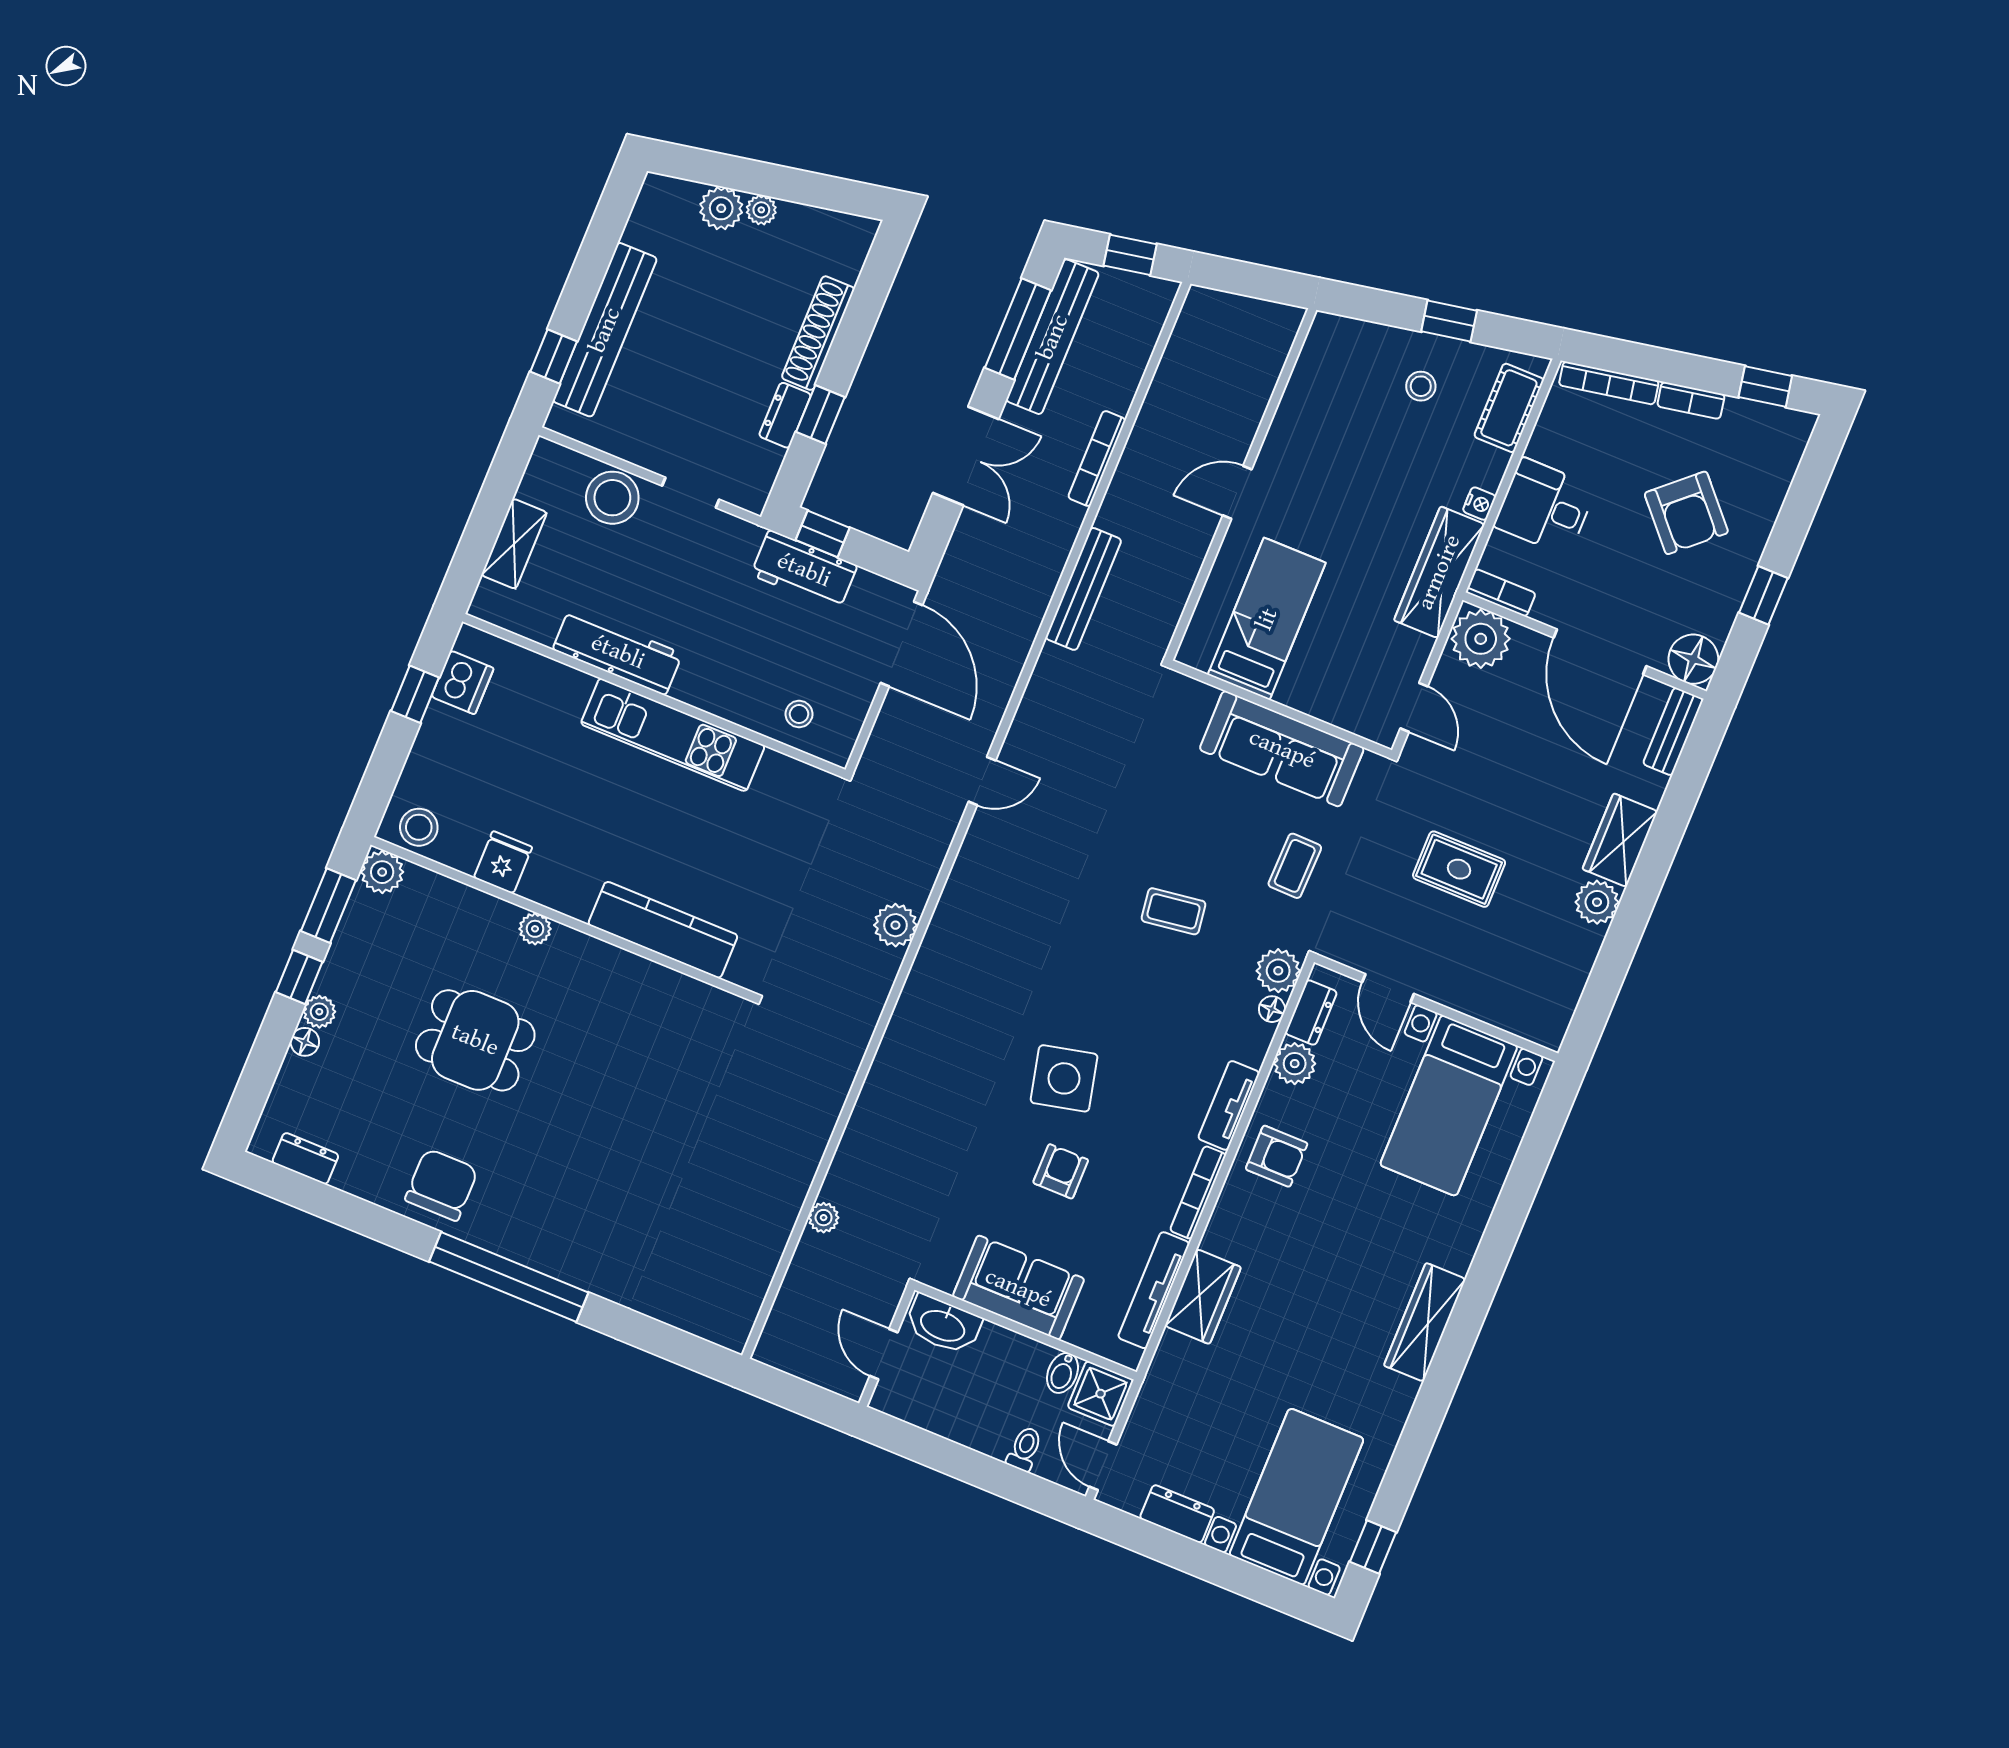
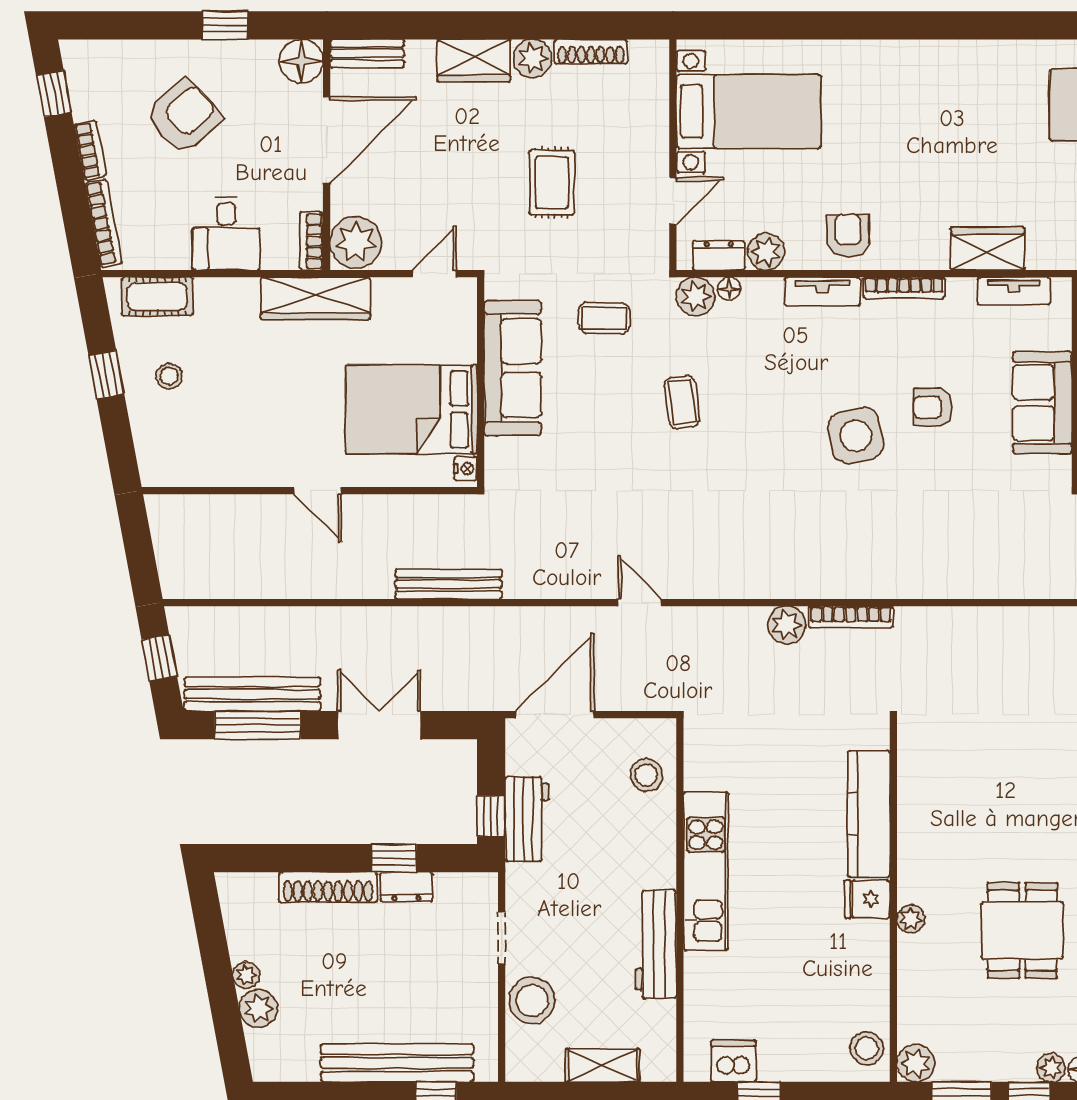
bookcase: (1097, 459) -> (851, 617), moved
nightstand: (1479, 504) -> (466, 469), moved, turned 90
bed: (1267, 619) -> (411, 409), width x1.50
stool: (799, 714) -> (646, 775), width x1.37, depth x1.37
fridge: (503, 862) -> (867, 899), moved
shoe rack: (1579, 966) -> (591, 52), added
plant: (824, 1218) -> (1050, 586), removed
tv unit: (1154, 1290) -> (1014, 291), width x0.71
wardrobe: (1425, 1322) -> (934, 58), removed

